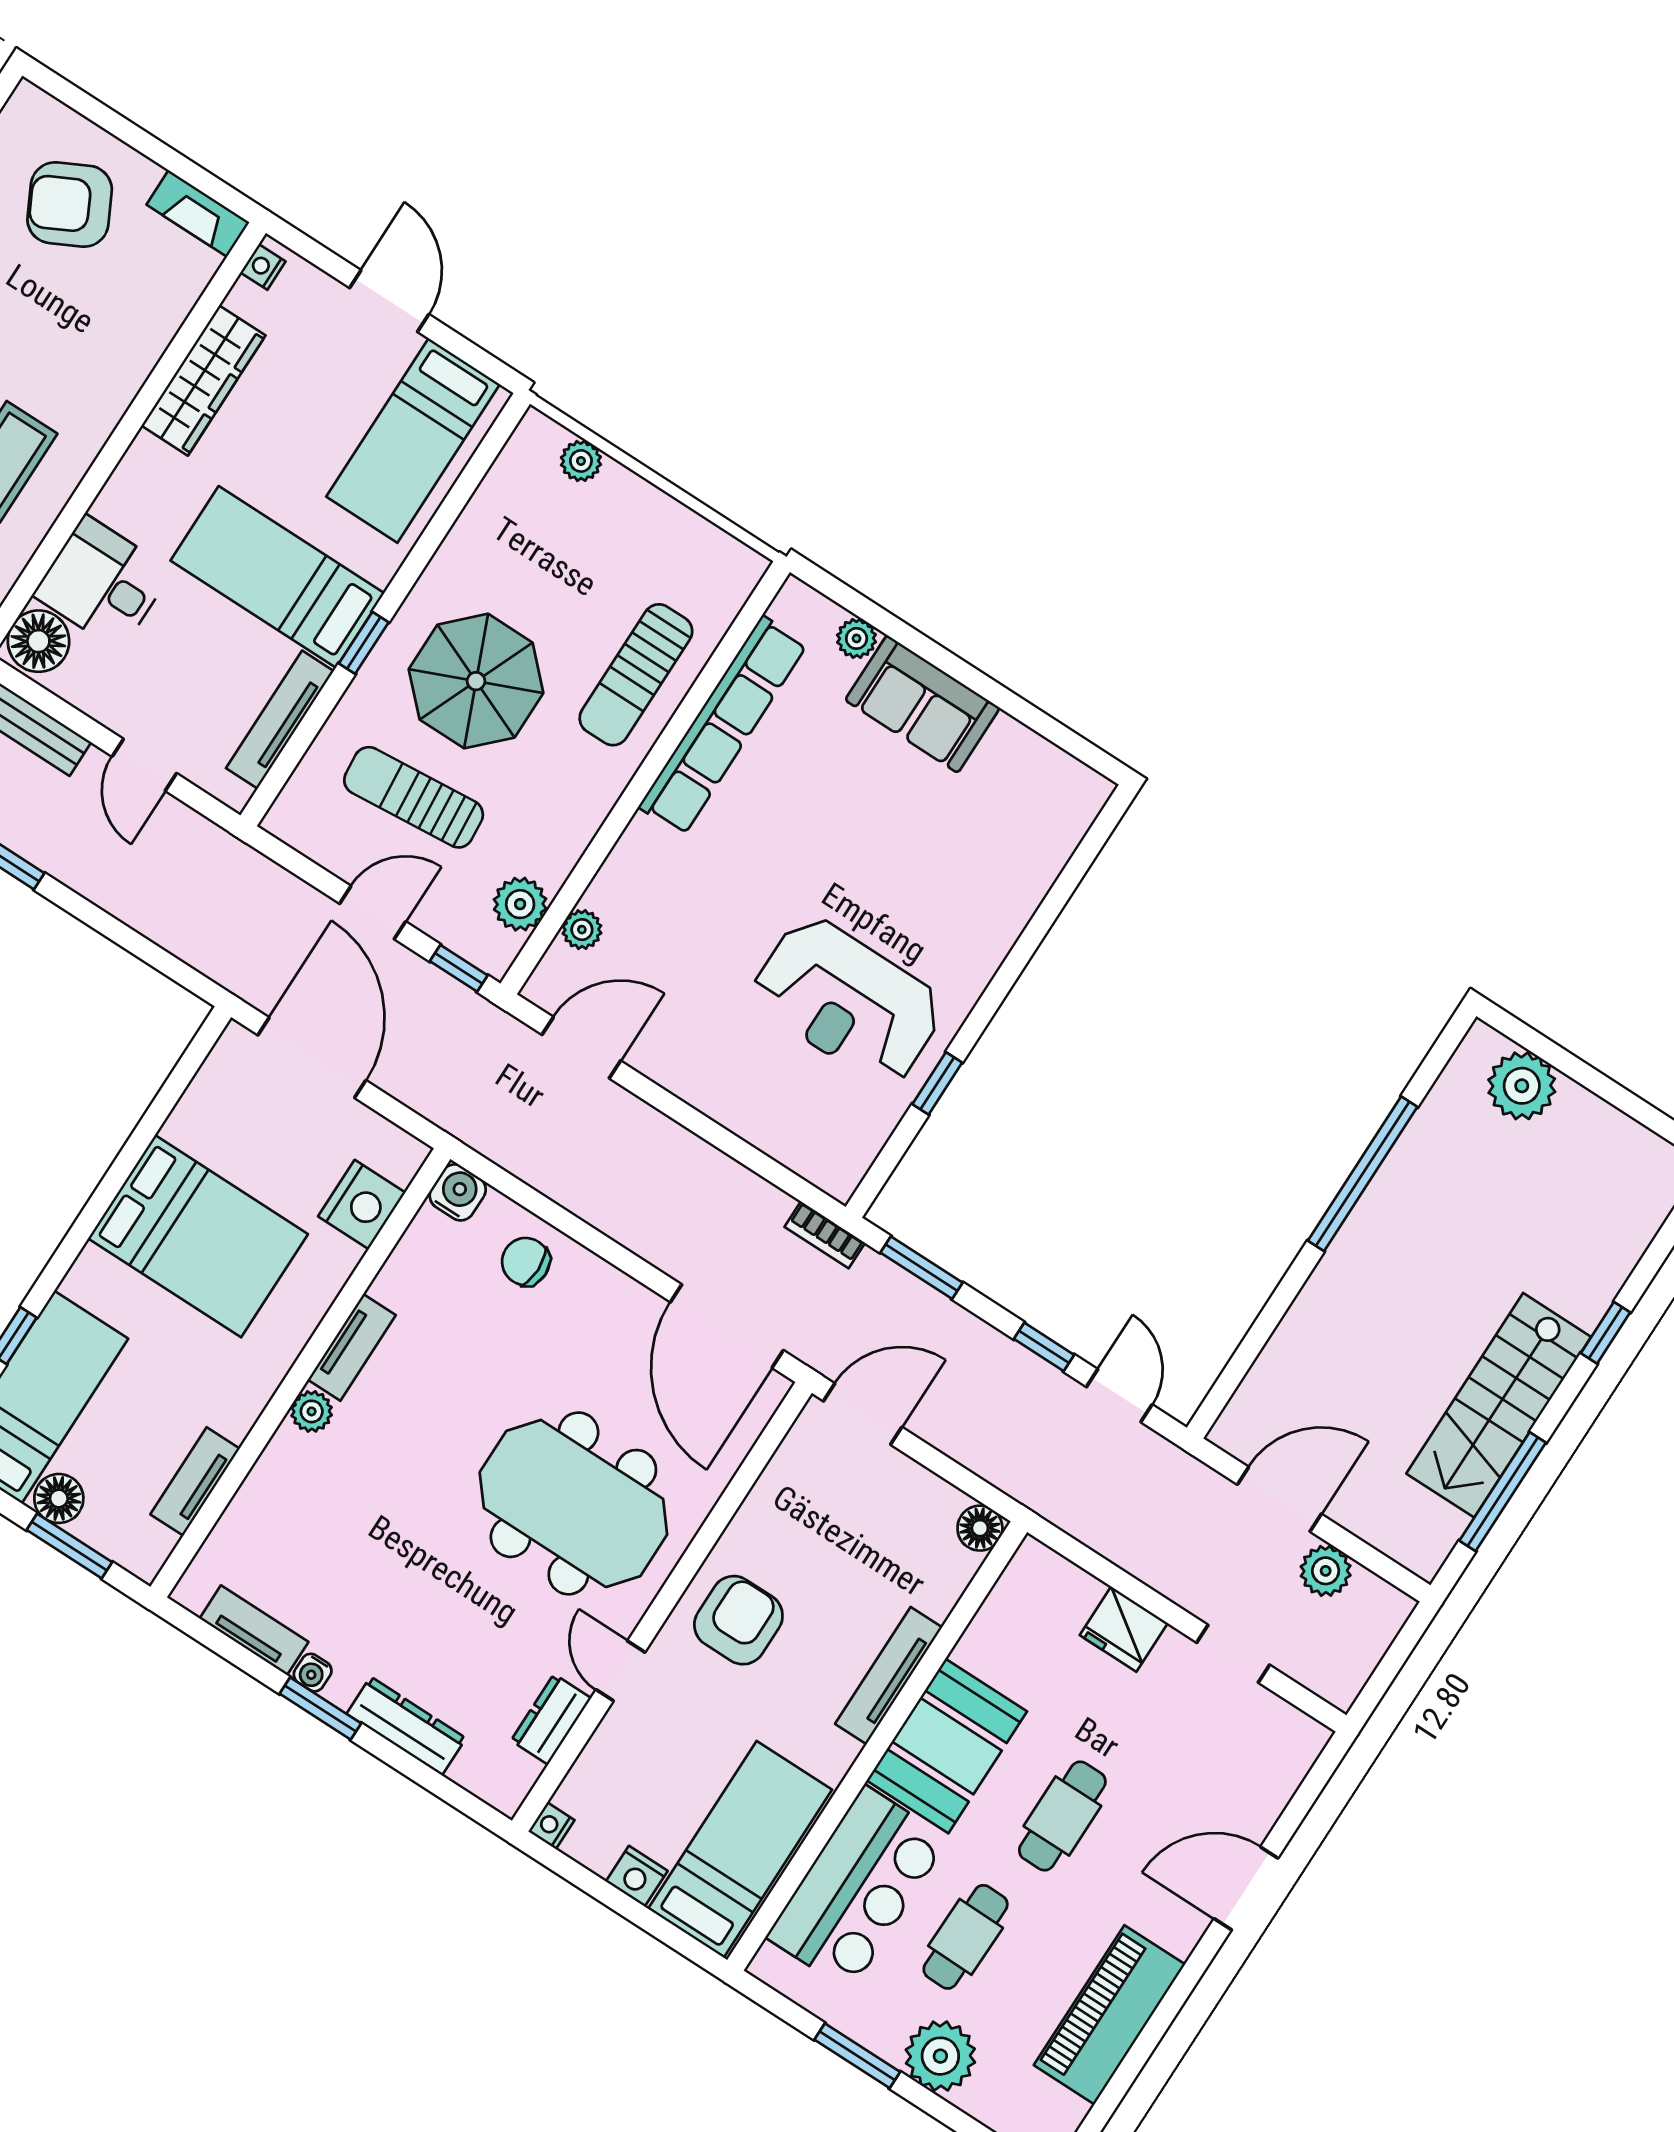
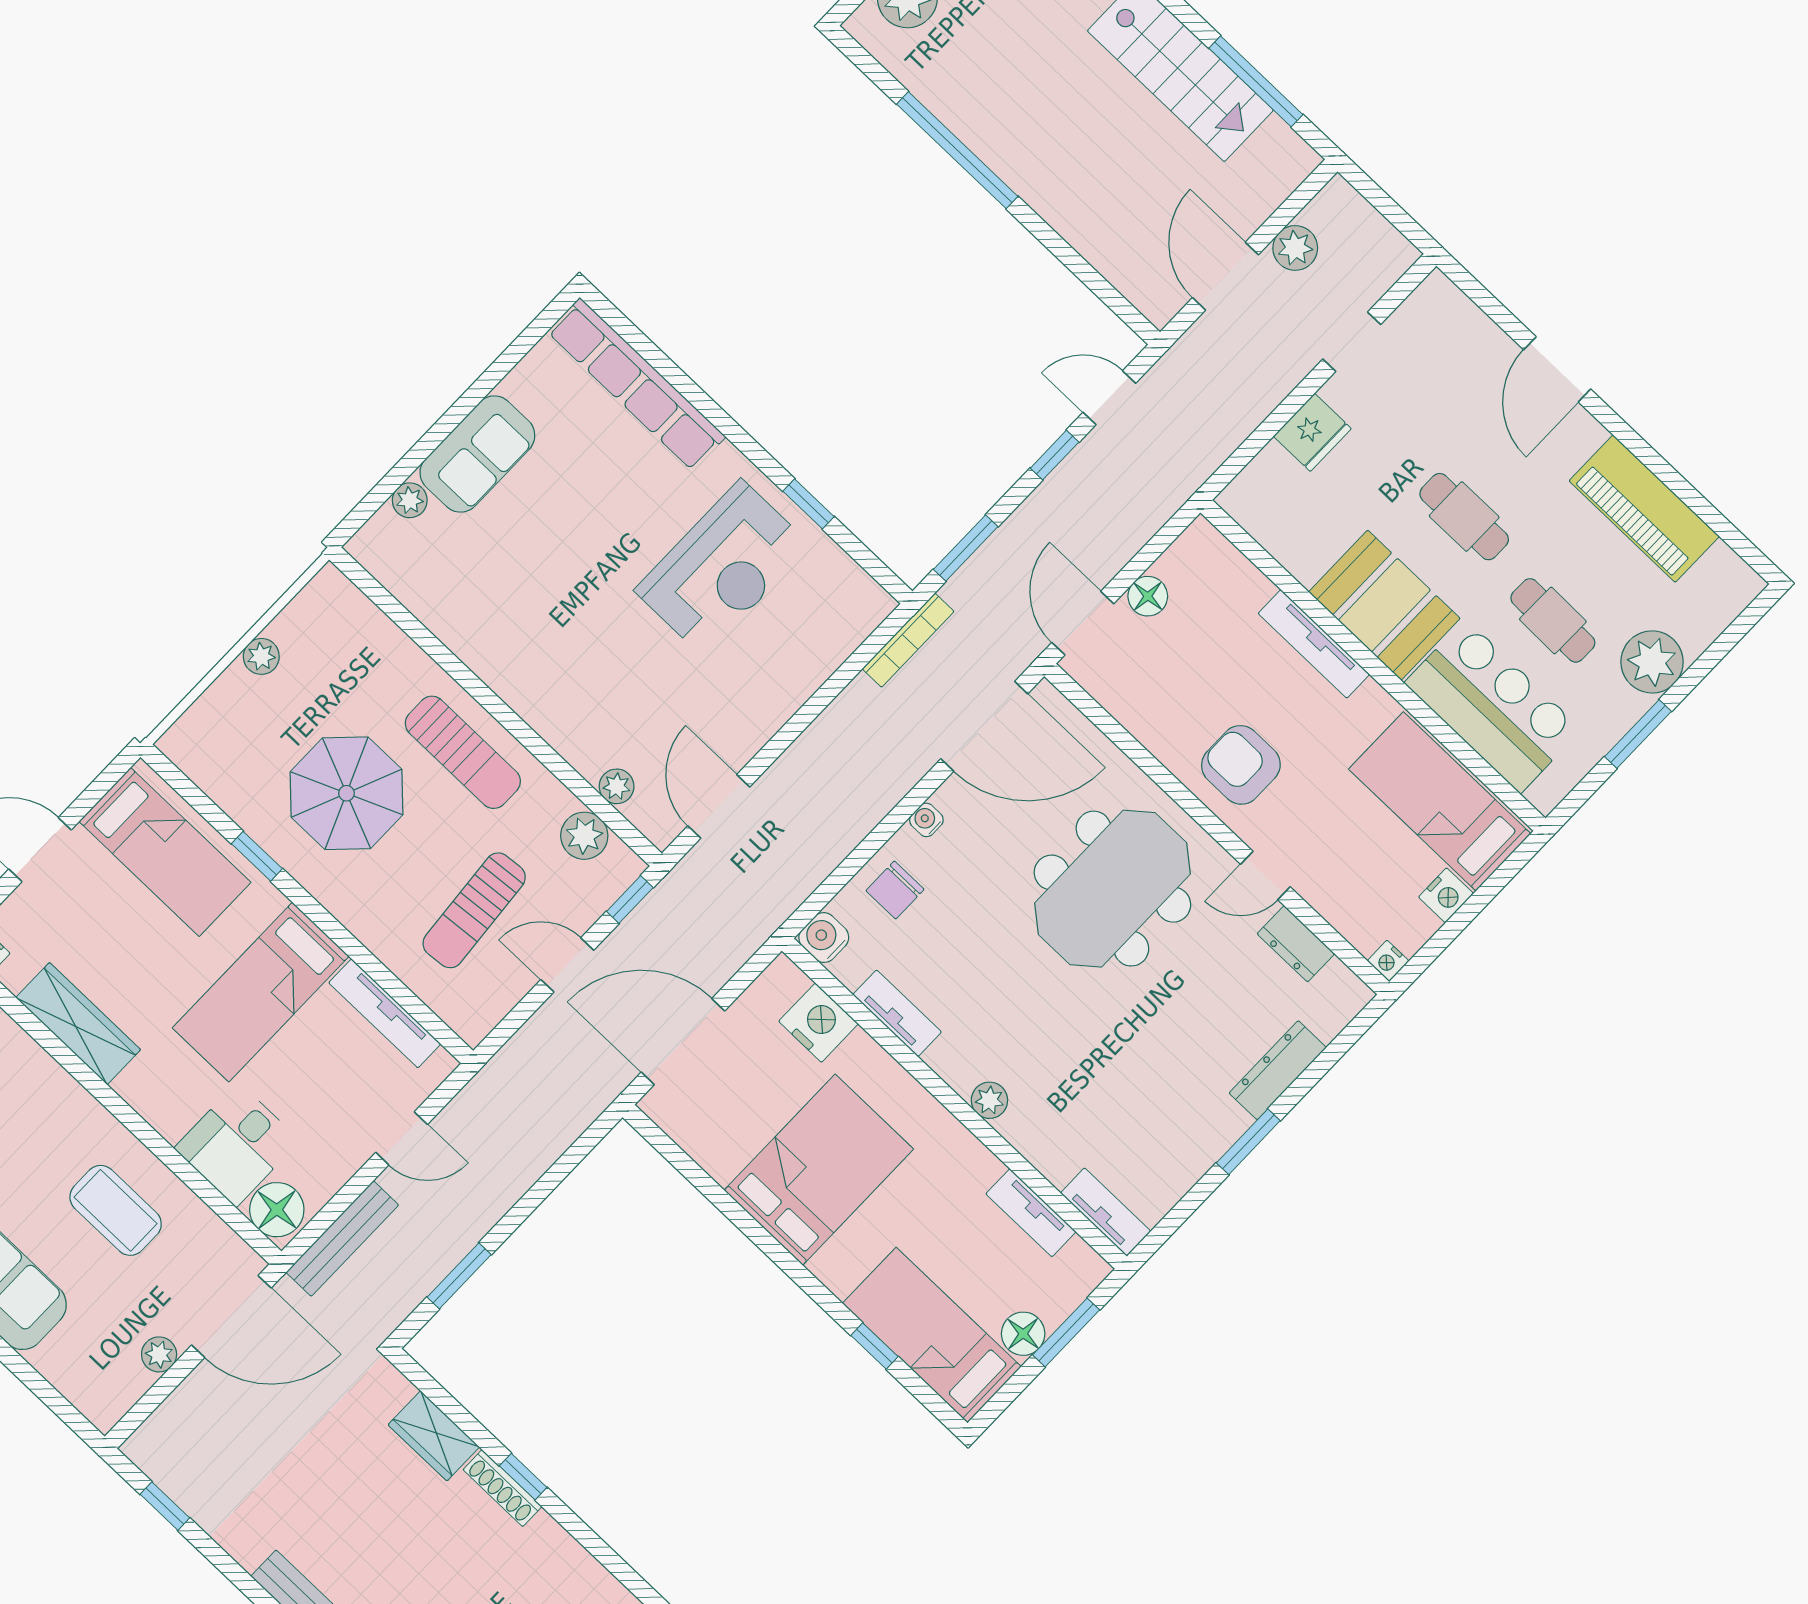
plant: (581, 461) -> (261, 656), moved
window: (364, 643) -> (257, 856), moved
sun lounger: (636, 675) -> (463, 752), moved
parasol: (476, 681) -> (347, 793), moved
row of seats: (723, 726) -> (636, 384), moved, turned 180
door: (373, 913) -> (567, 965), hinge flipped
bookcase: (825, 1235) -> (908, 640), width x1.56
tv unit: (352, 1347) -> (897, 1013), moved
floor lamp: (980, 1528) -> (1148, 596), moved
tv unit: (254, 1630) -> (1106, 1212), moved, turned 90
water cooler: (313, 1673) -> (926, 820), moved, turned 180

